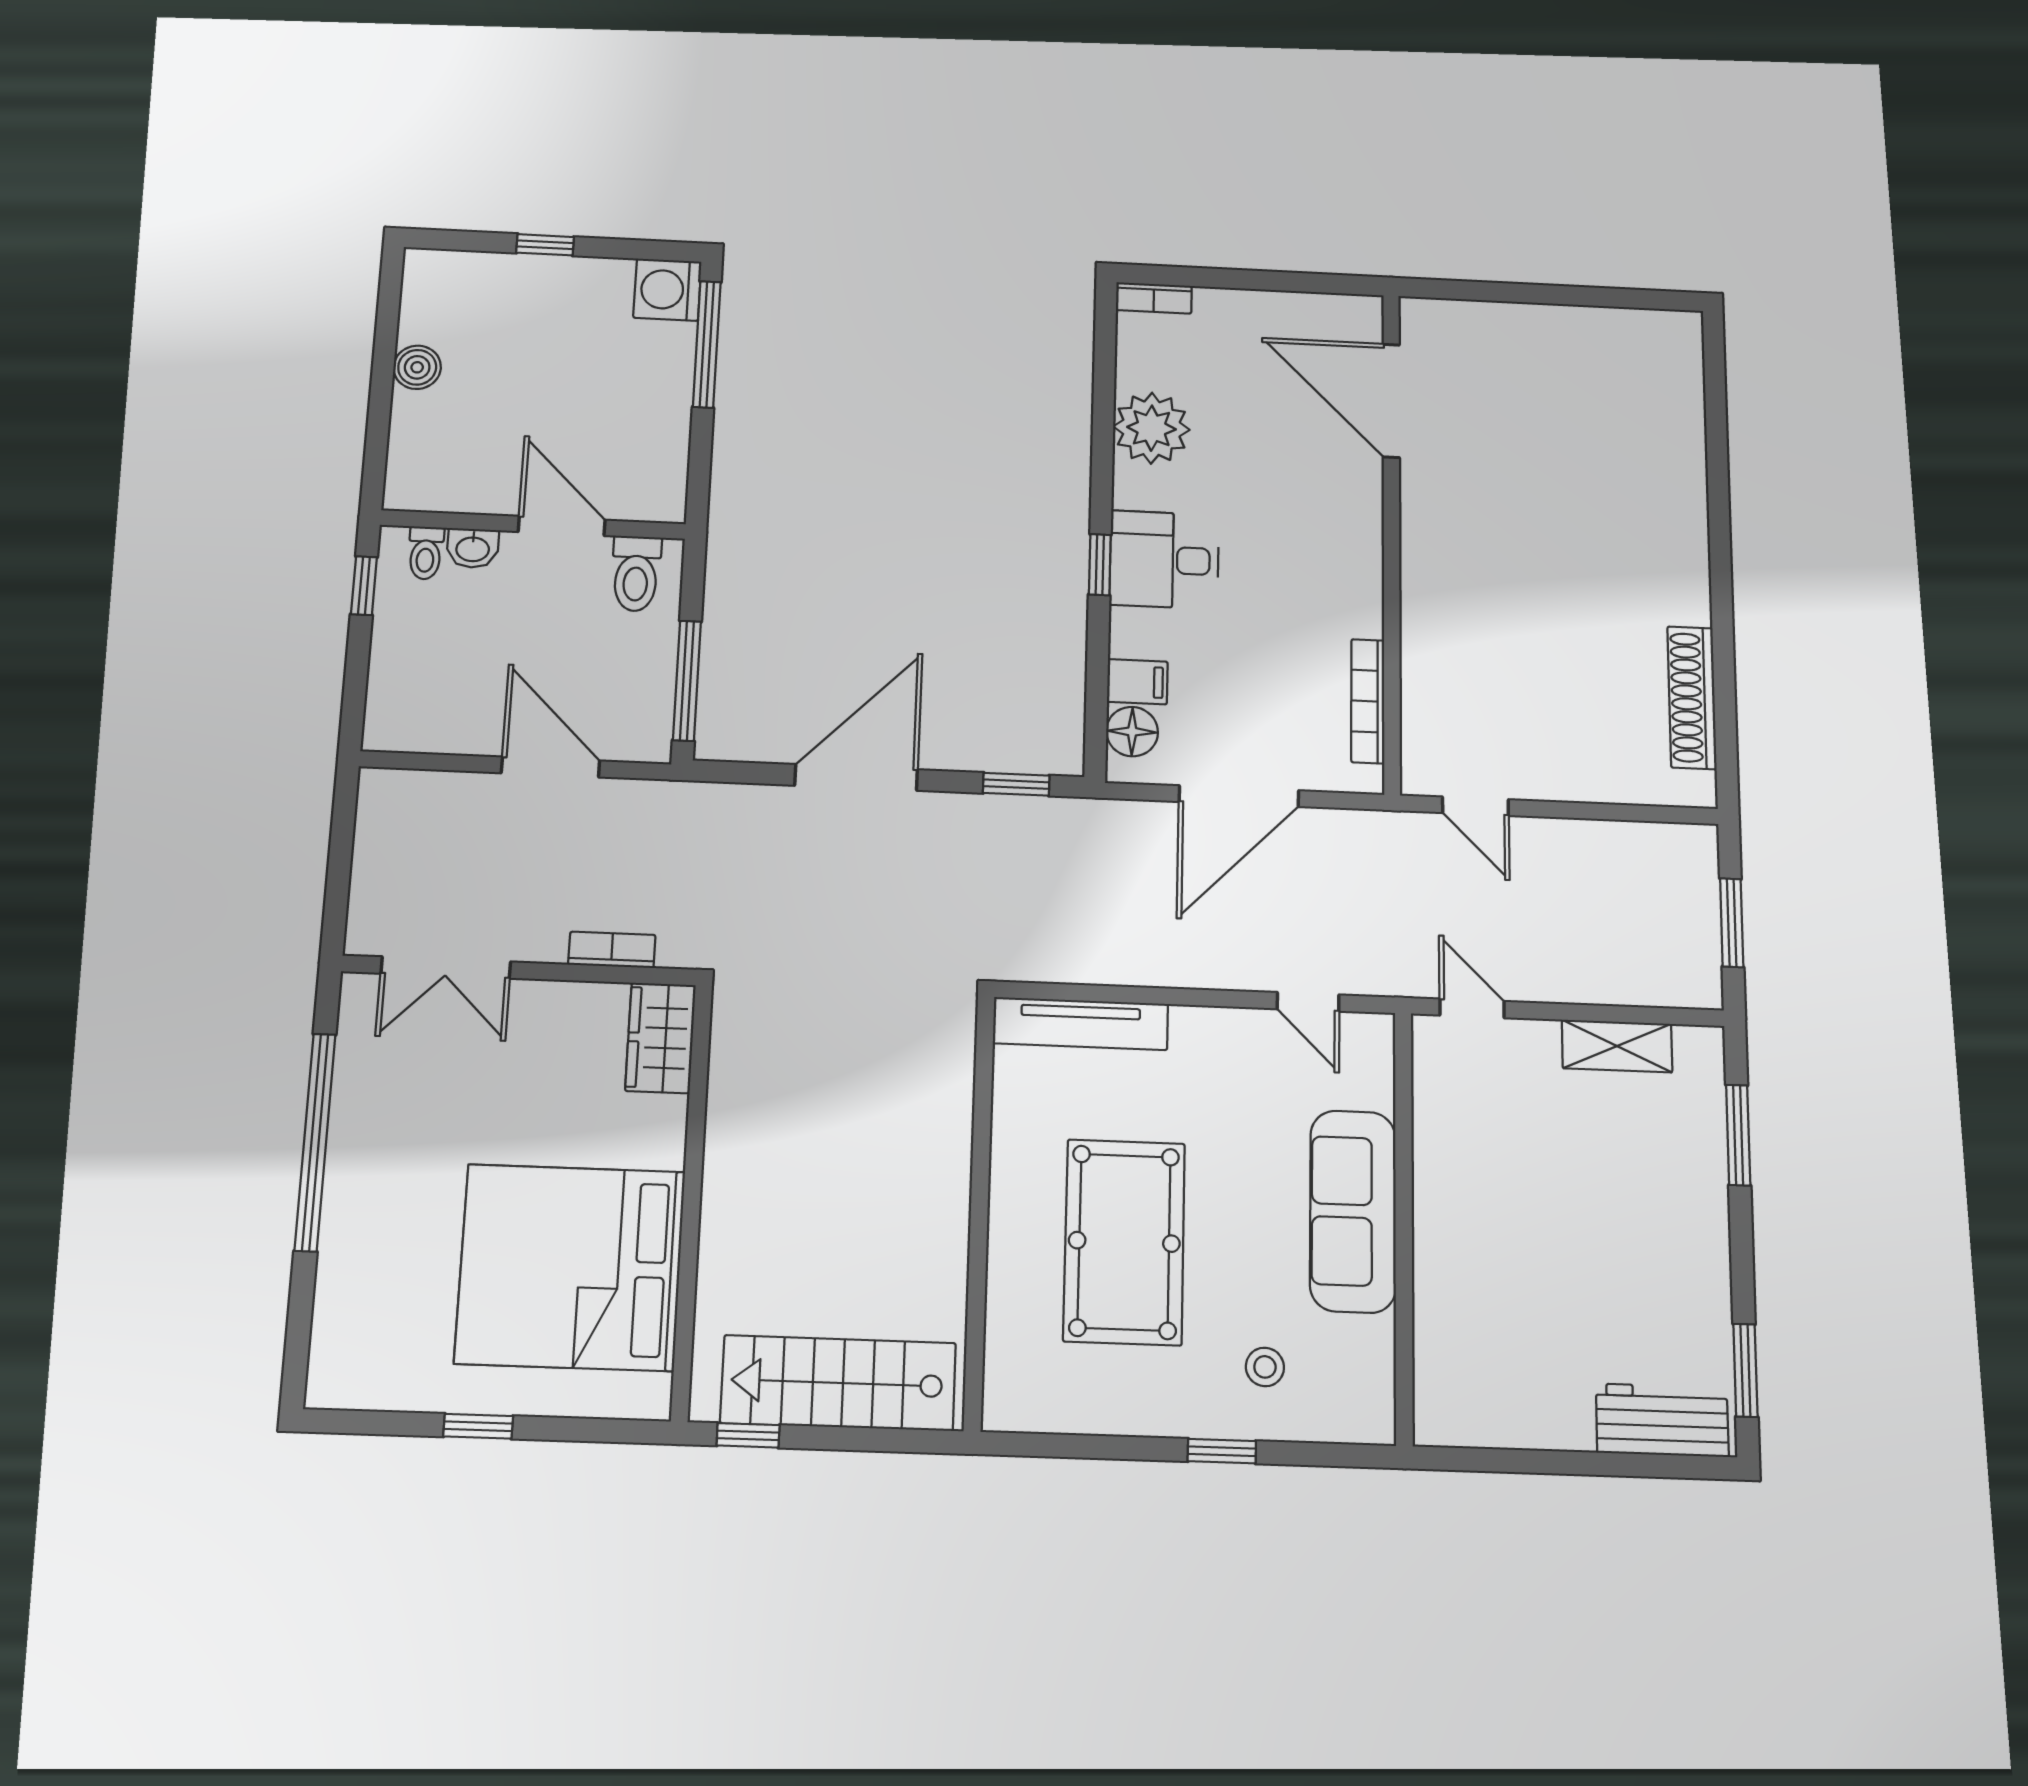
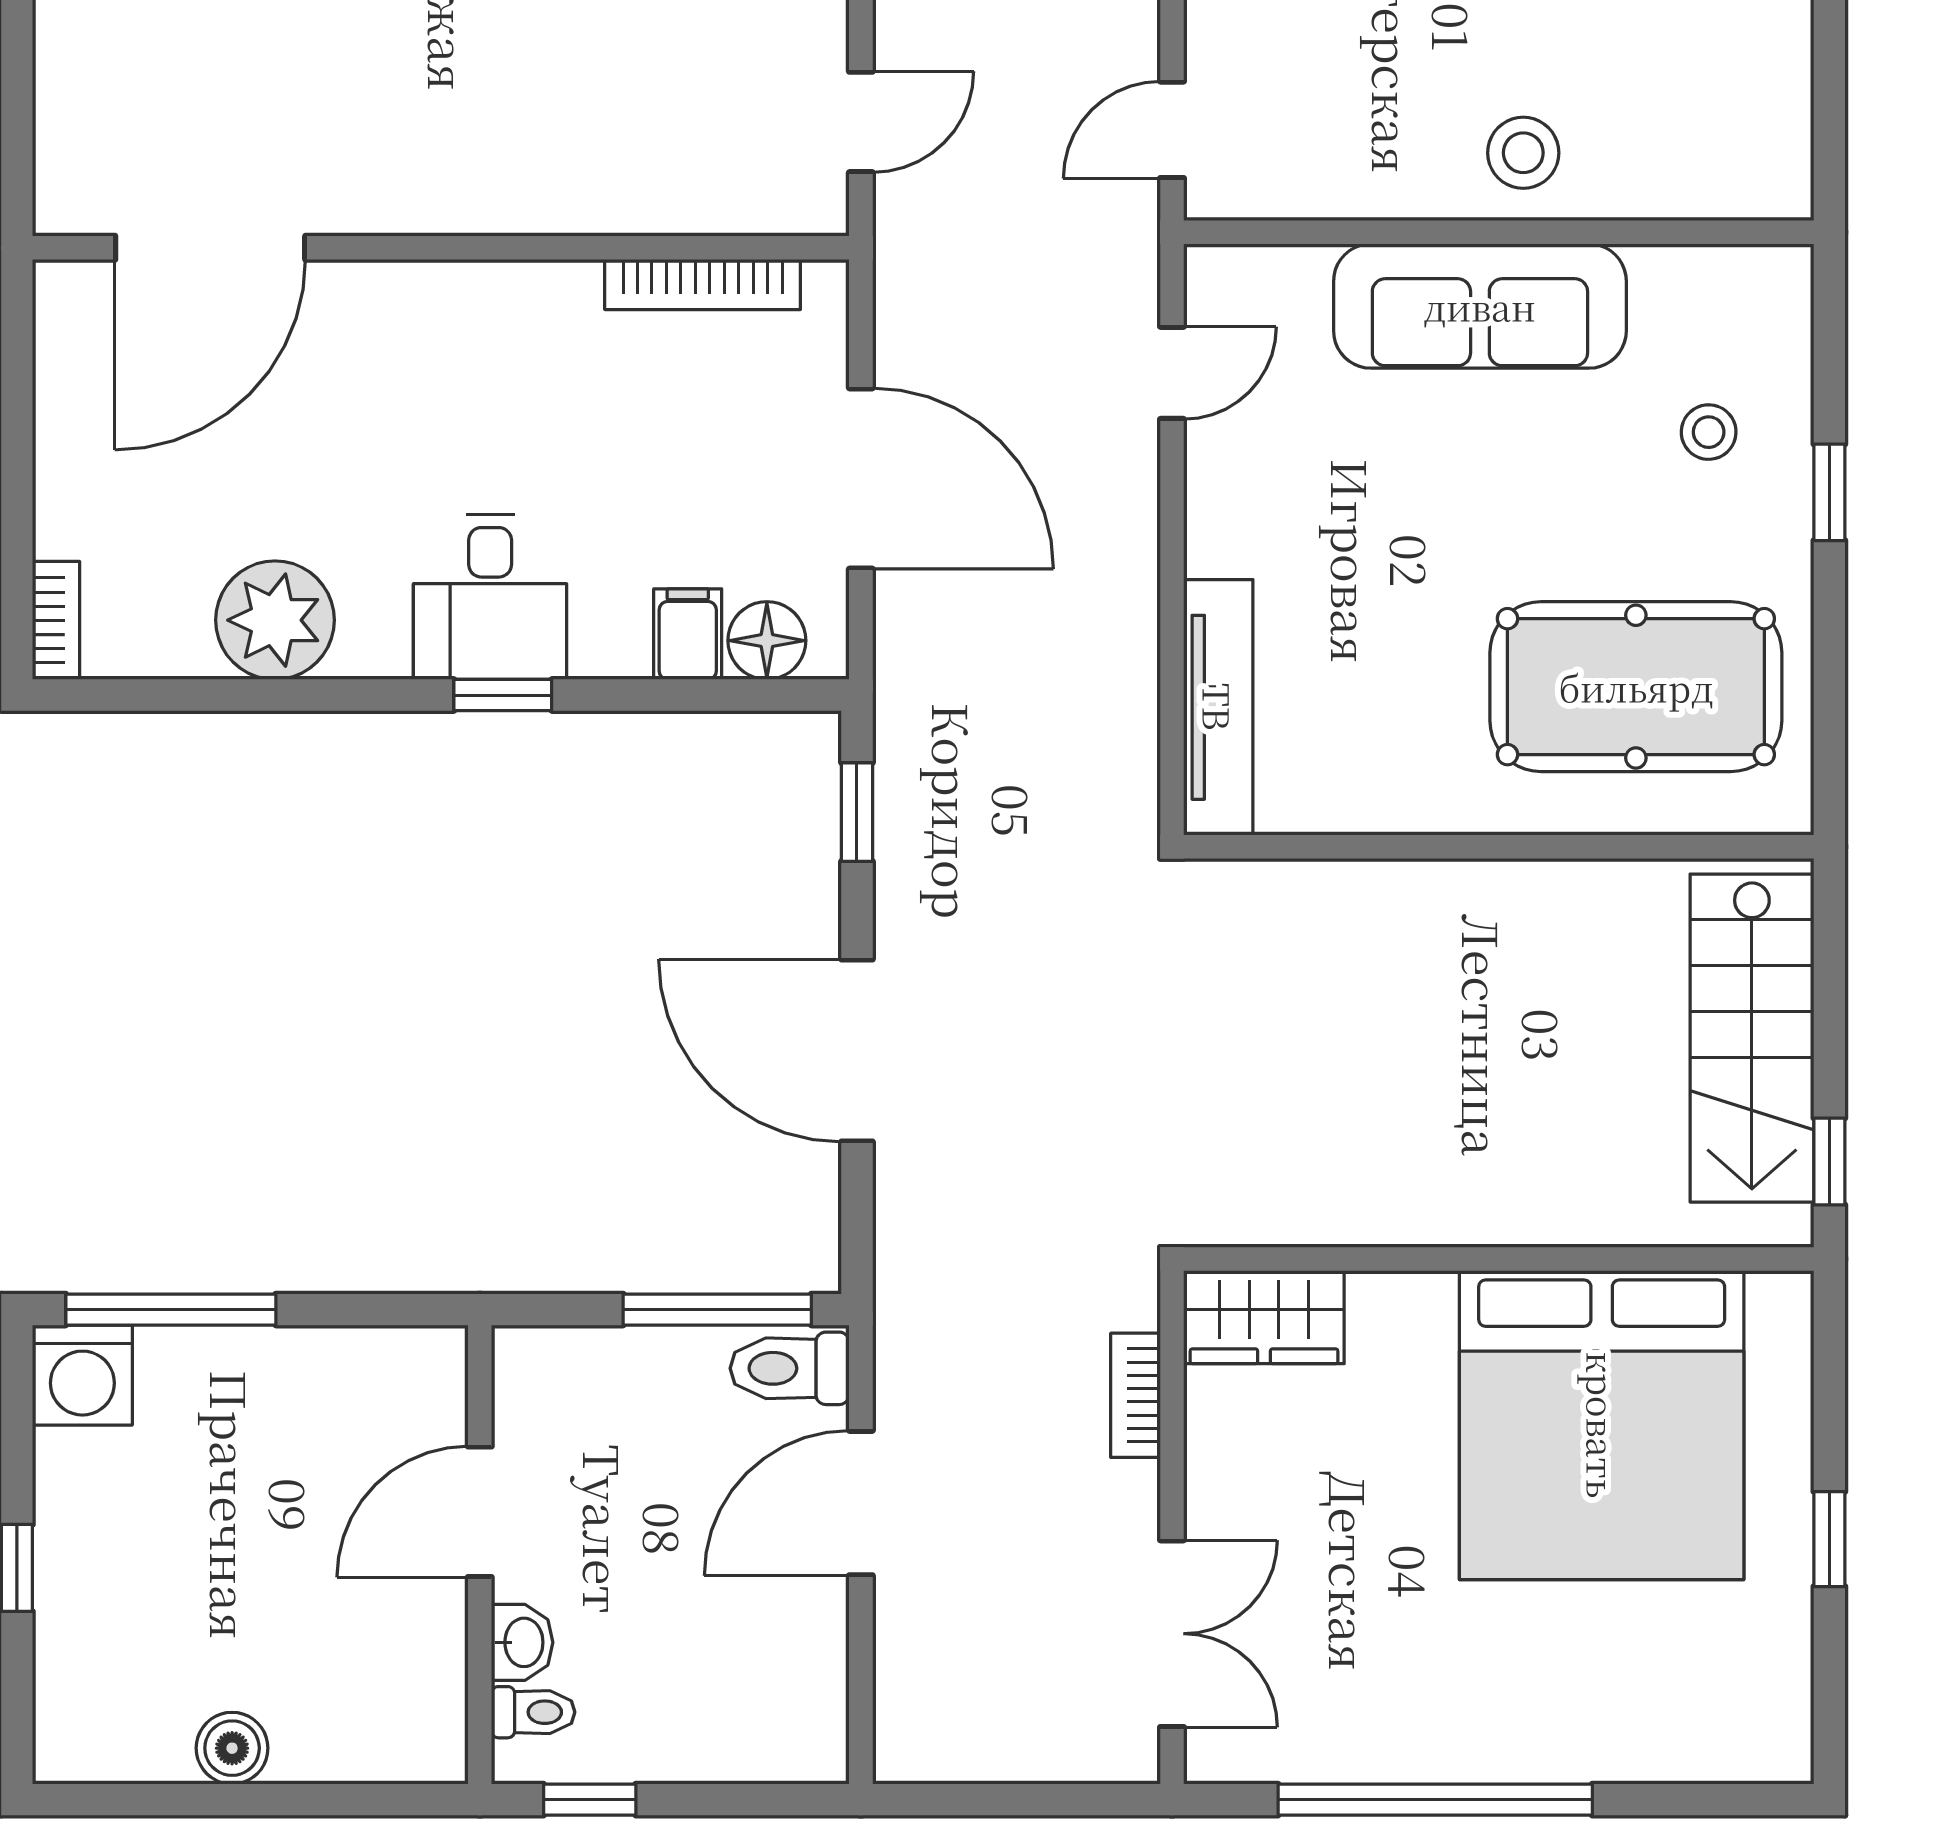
toilet: (636, 574) -> (790, 1368), moved, turned 180
pool table: (1124, 1242) -> (1636, 687), moved
stool: (1458, 1245) -> (1523, 153), added

